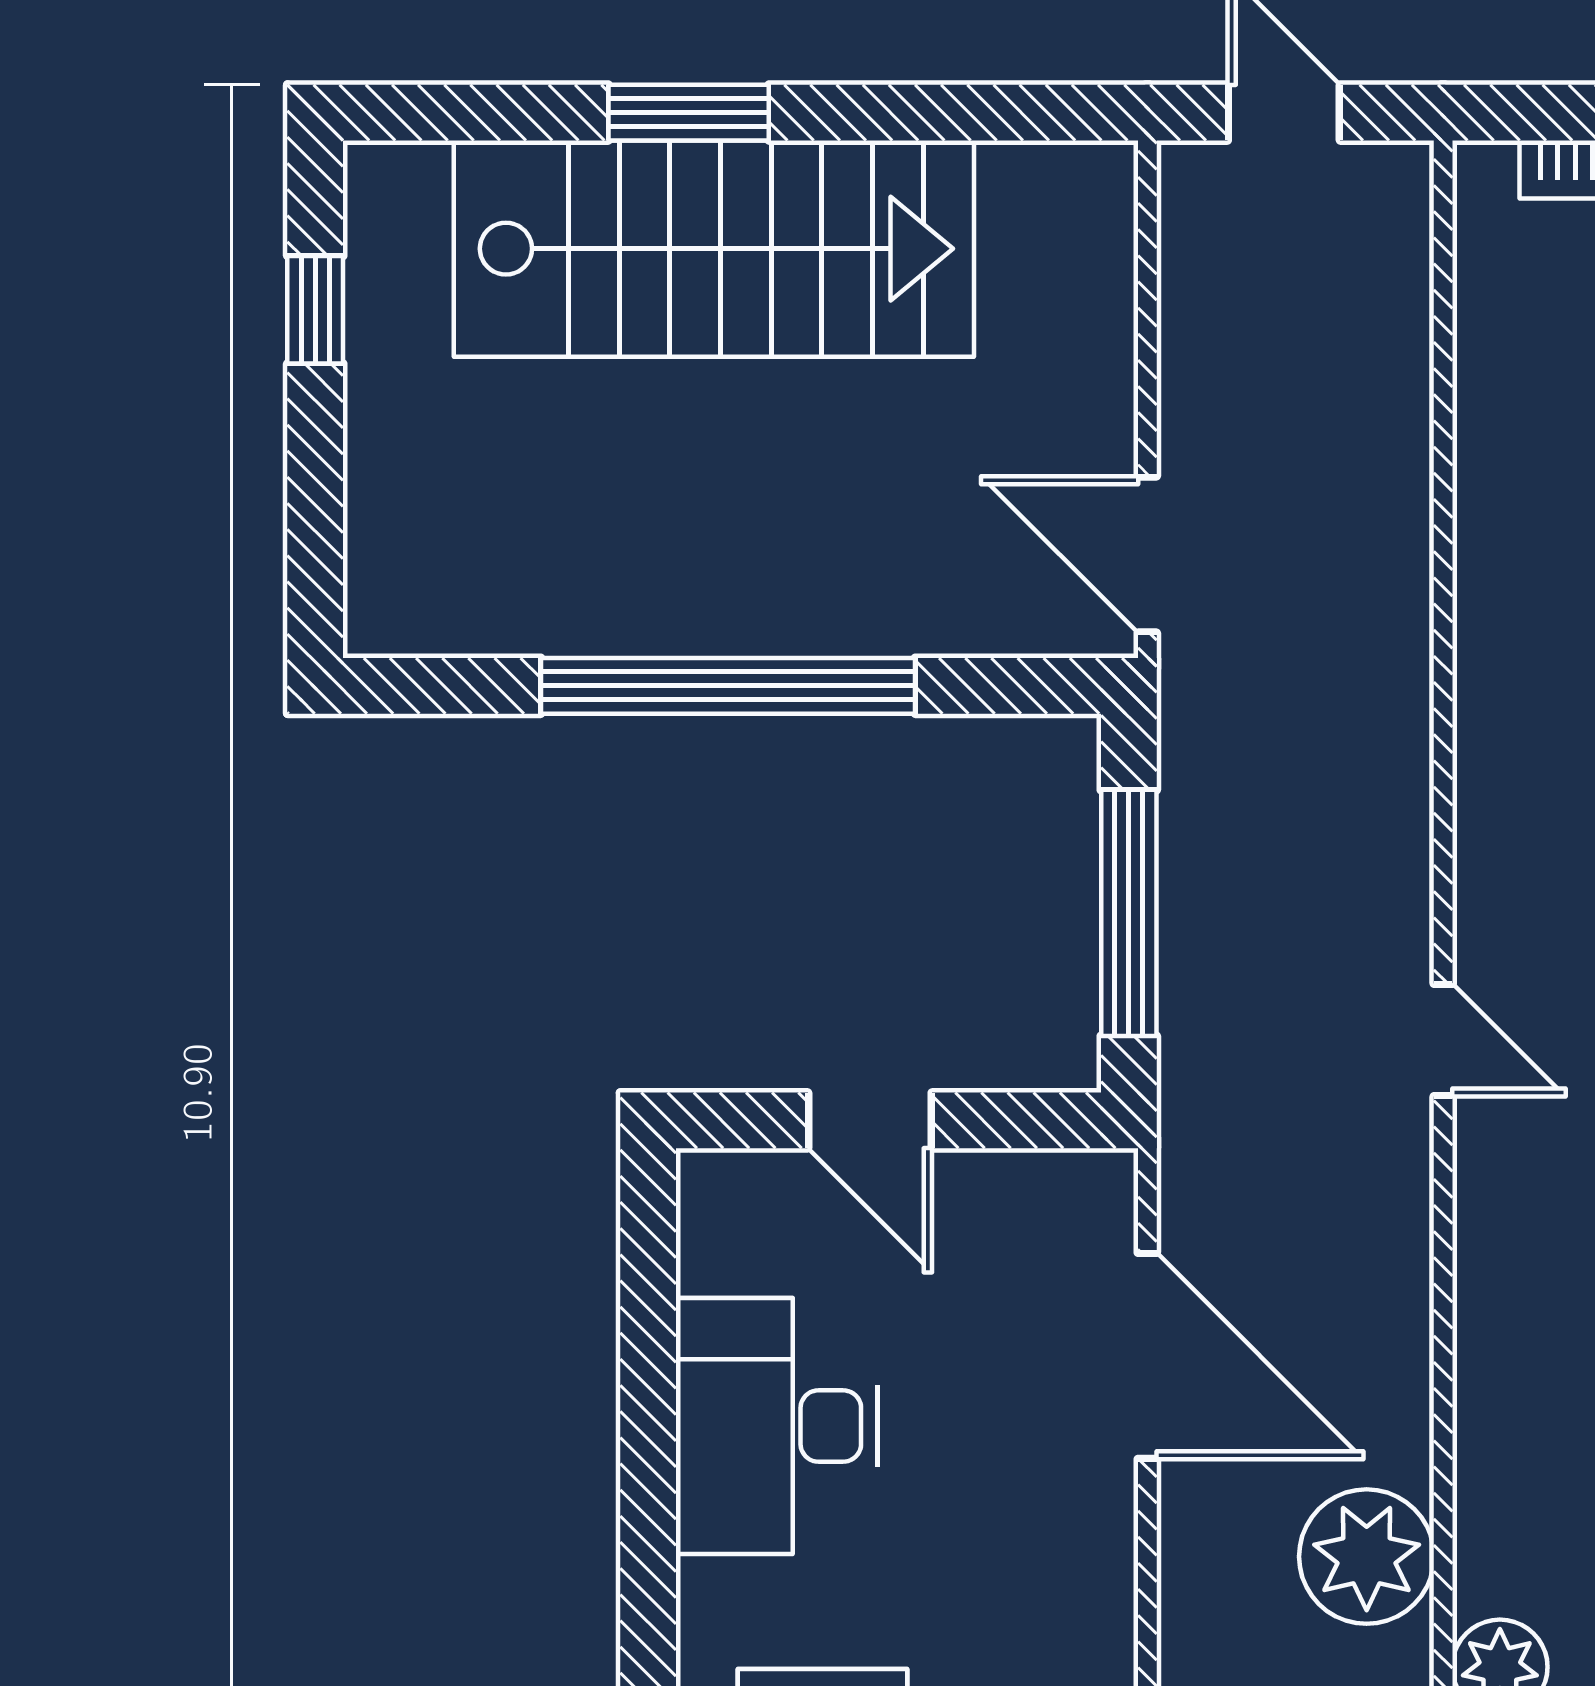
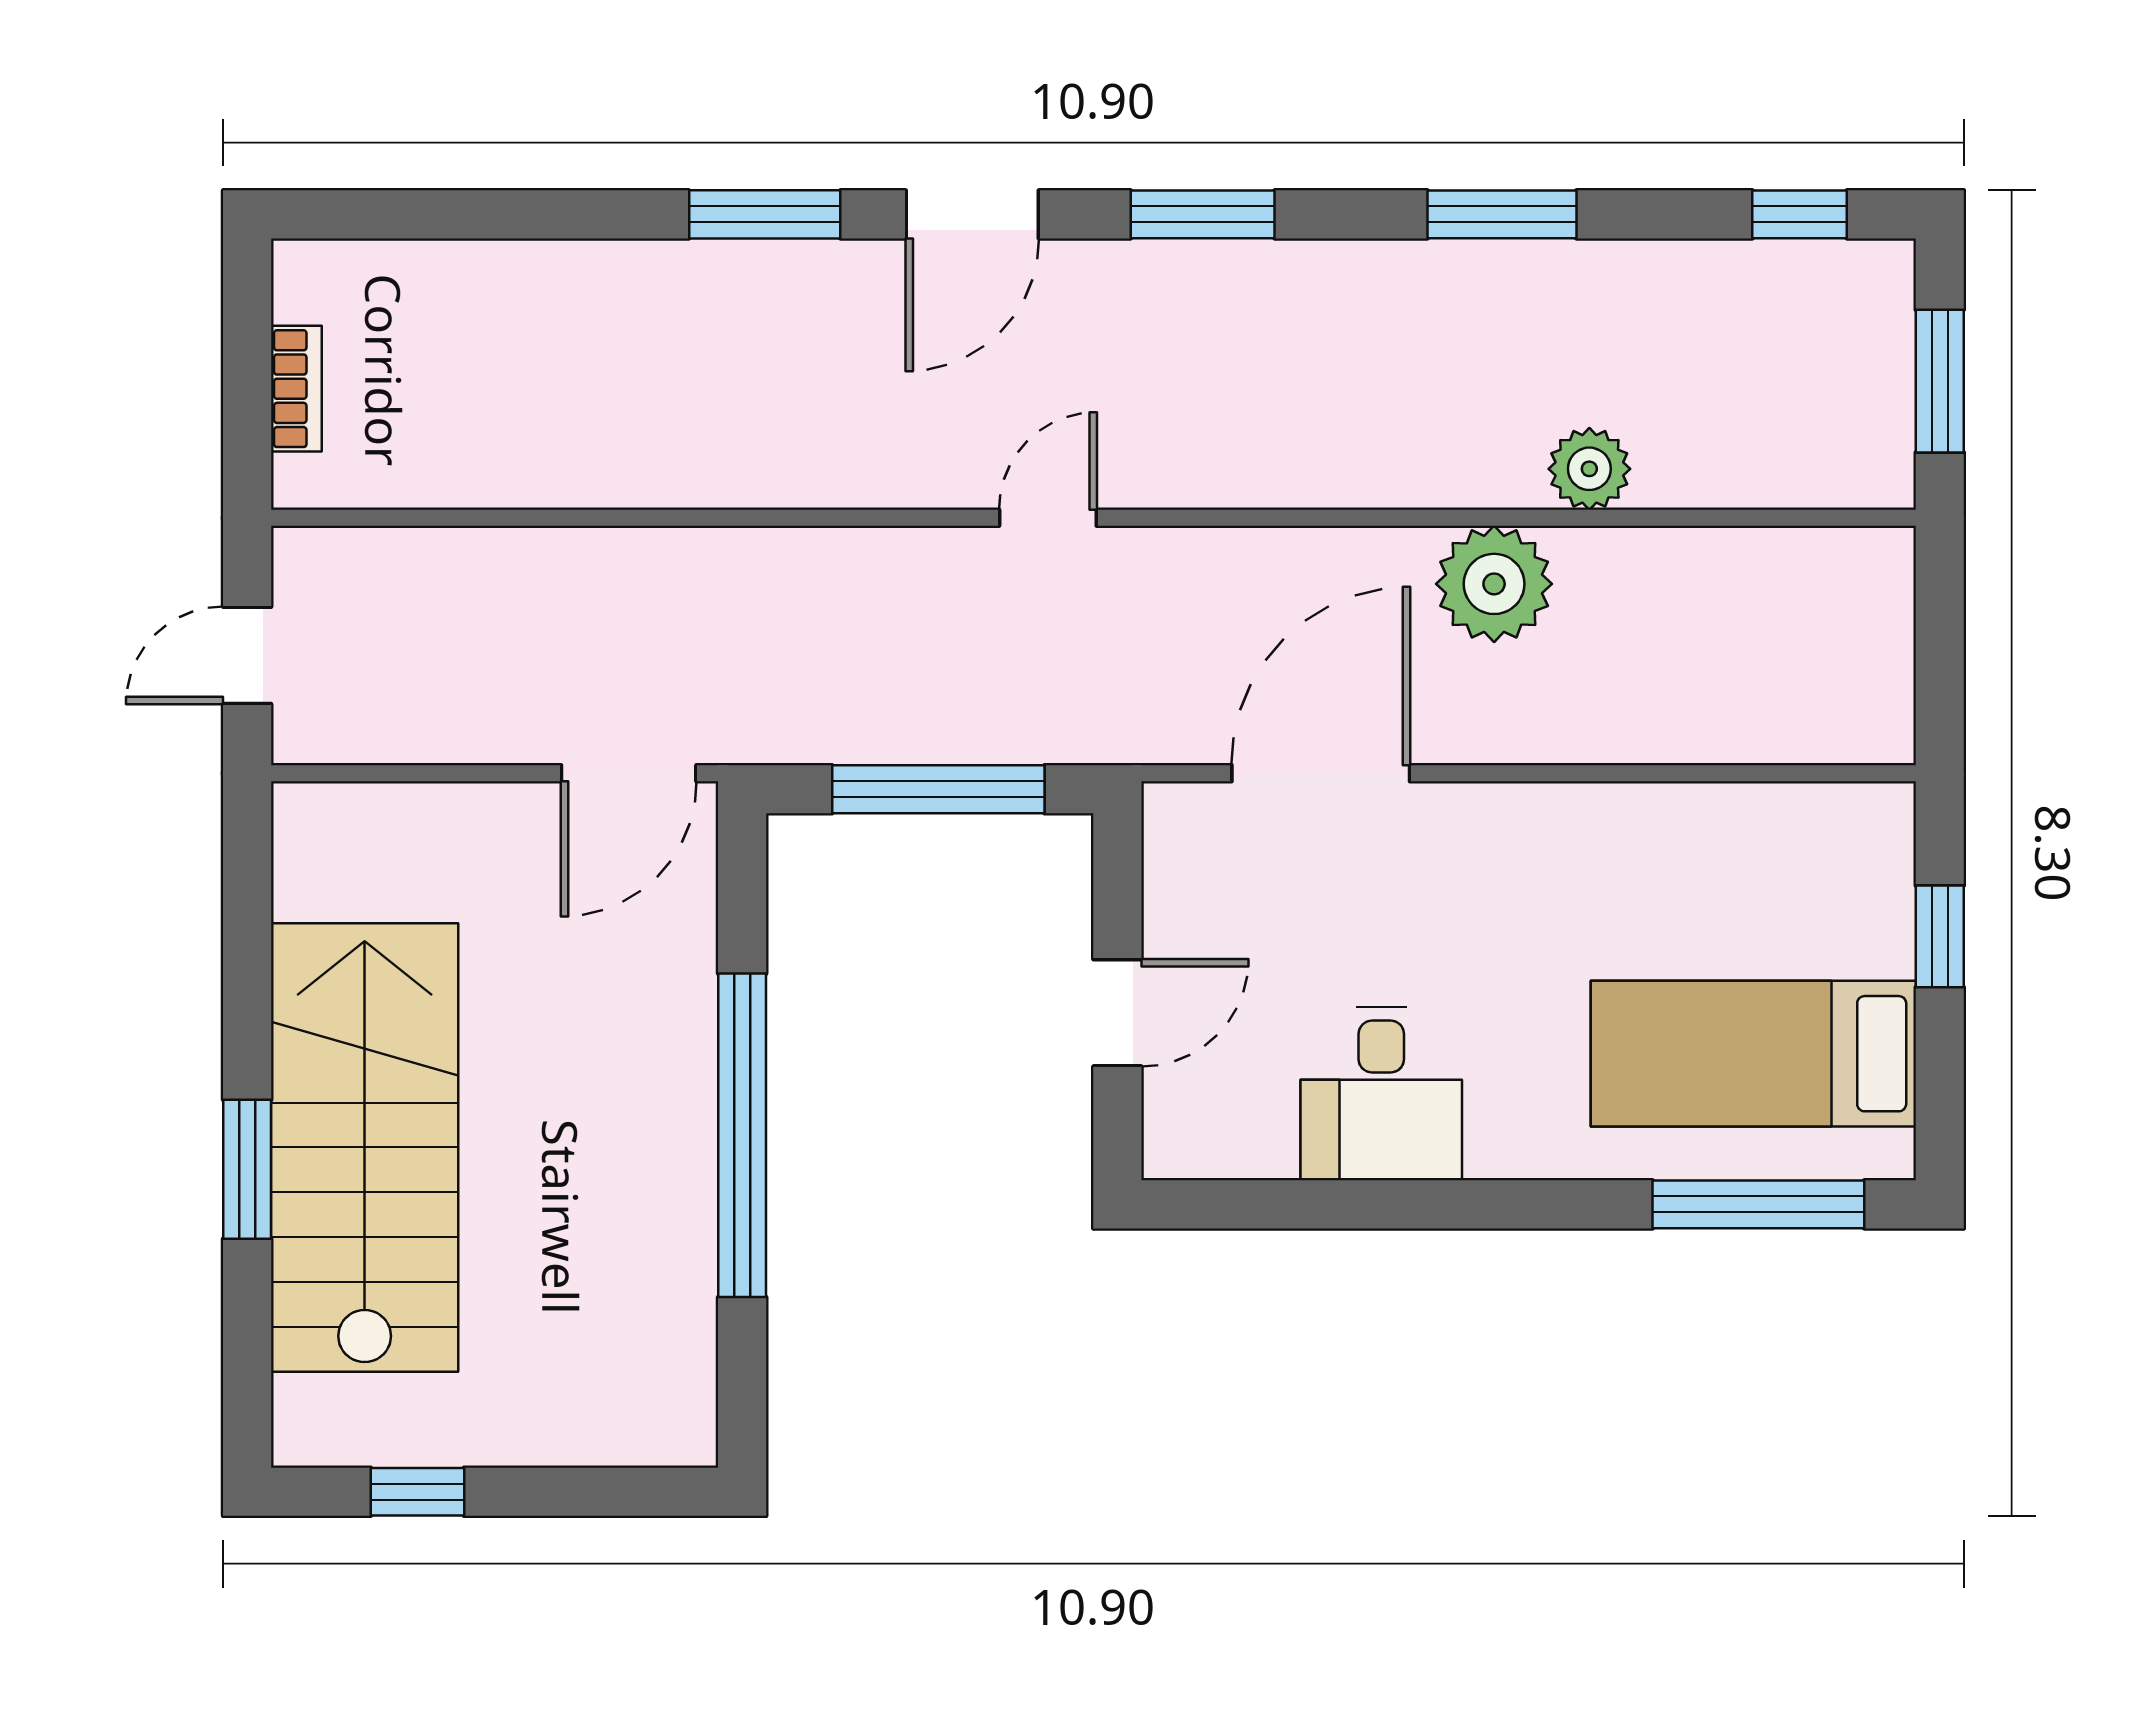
desk: (776, 1426) -> (1381, 1094), width x0.73

